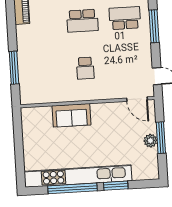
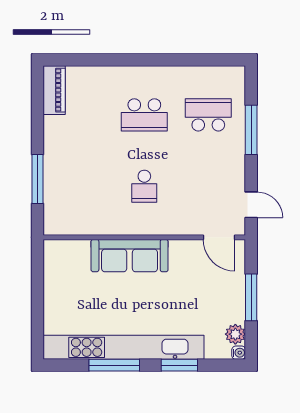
sofa: (71, 115) -> (130, 256), width x1.36
plant: (150, 141) -> (235, 334), moved
water cooler: (155, 175) -> (239, 353), added
window: (73, 188) -> (114, 365), width x0.68

